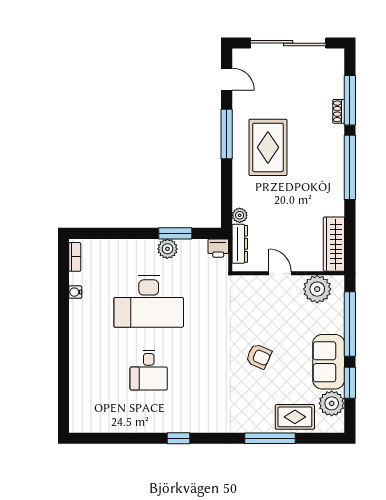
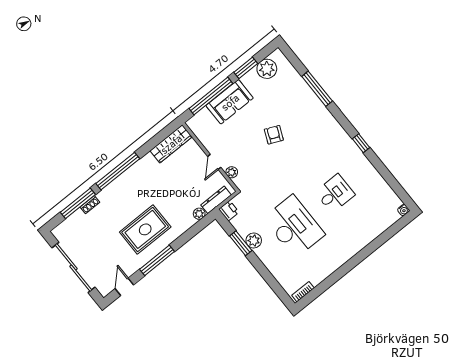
plant: (317, 289) -> (232, 172), moved, width x0.53, depth x0.53
water cooler: (75, 292) -> (403, 210), moved
sofa: (329, 362) -> (230, 102), moved
rug: (295, 417) -> (292, 84), removed

